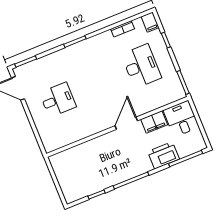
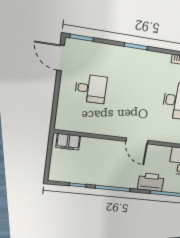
filing cabinet: (154, 122) -> (68, 142), moved
door: (126, 123) -> (137, 141), swing flipped

